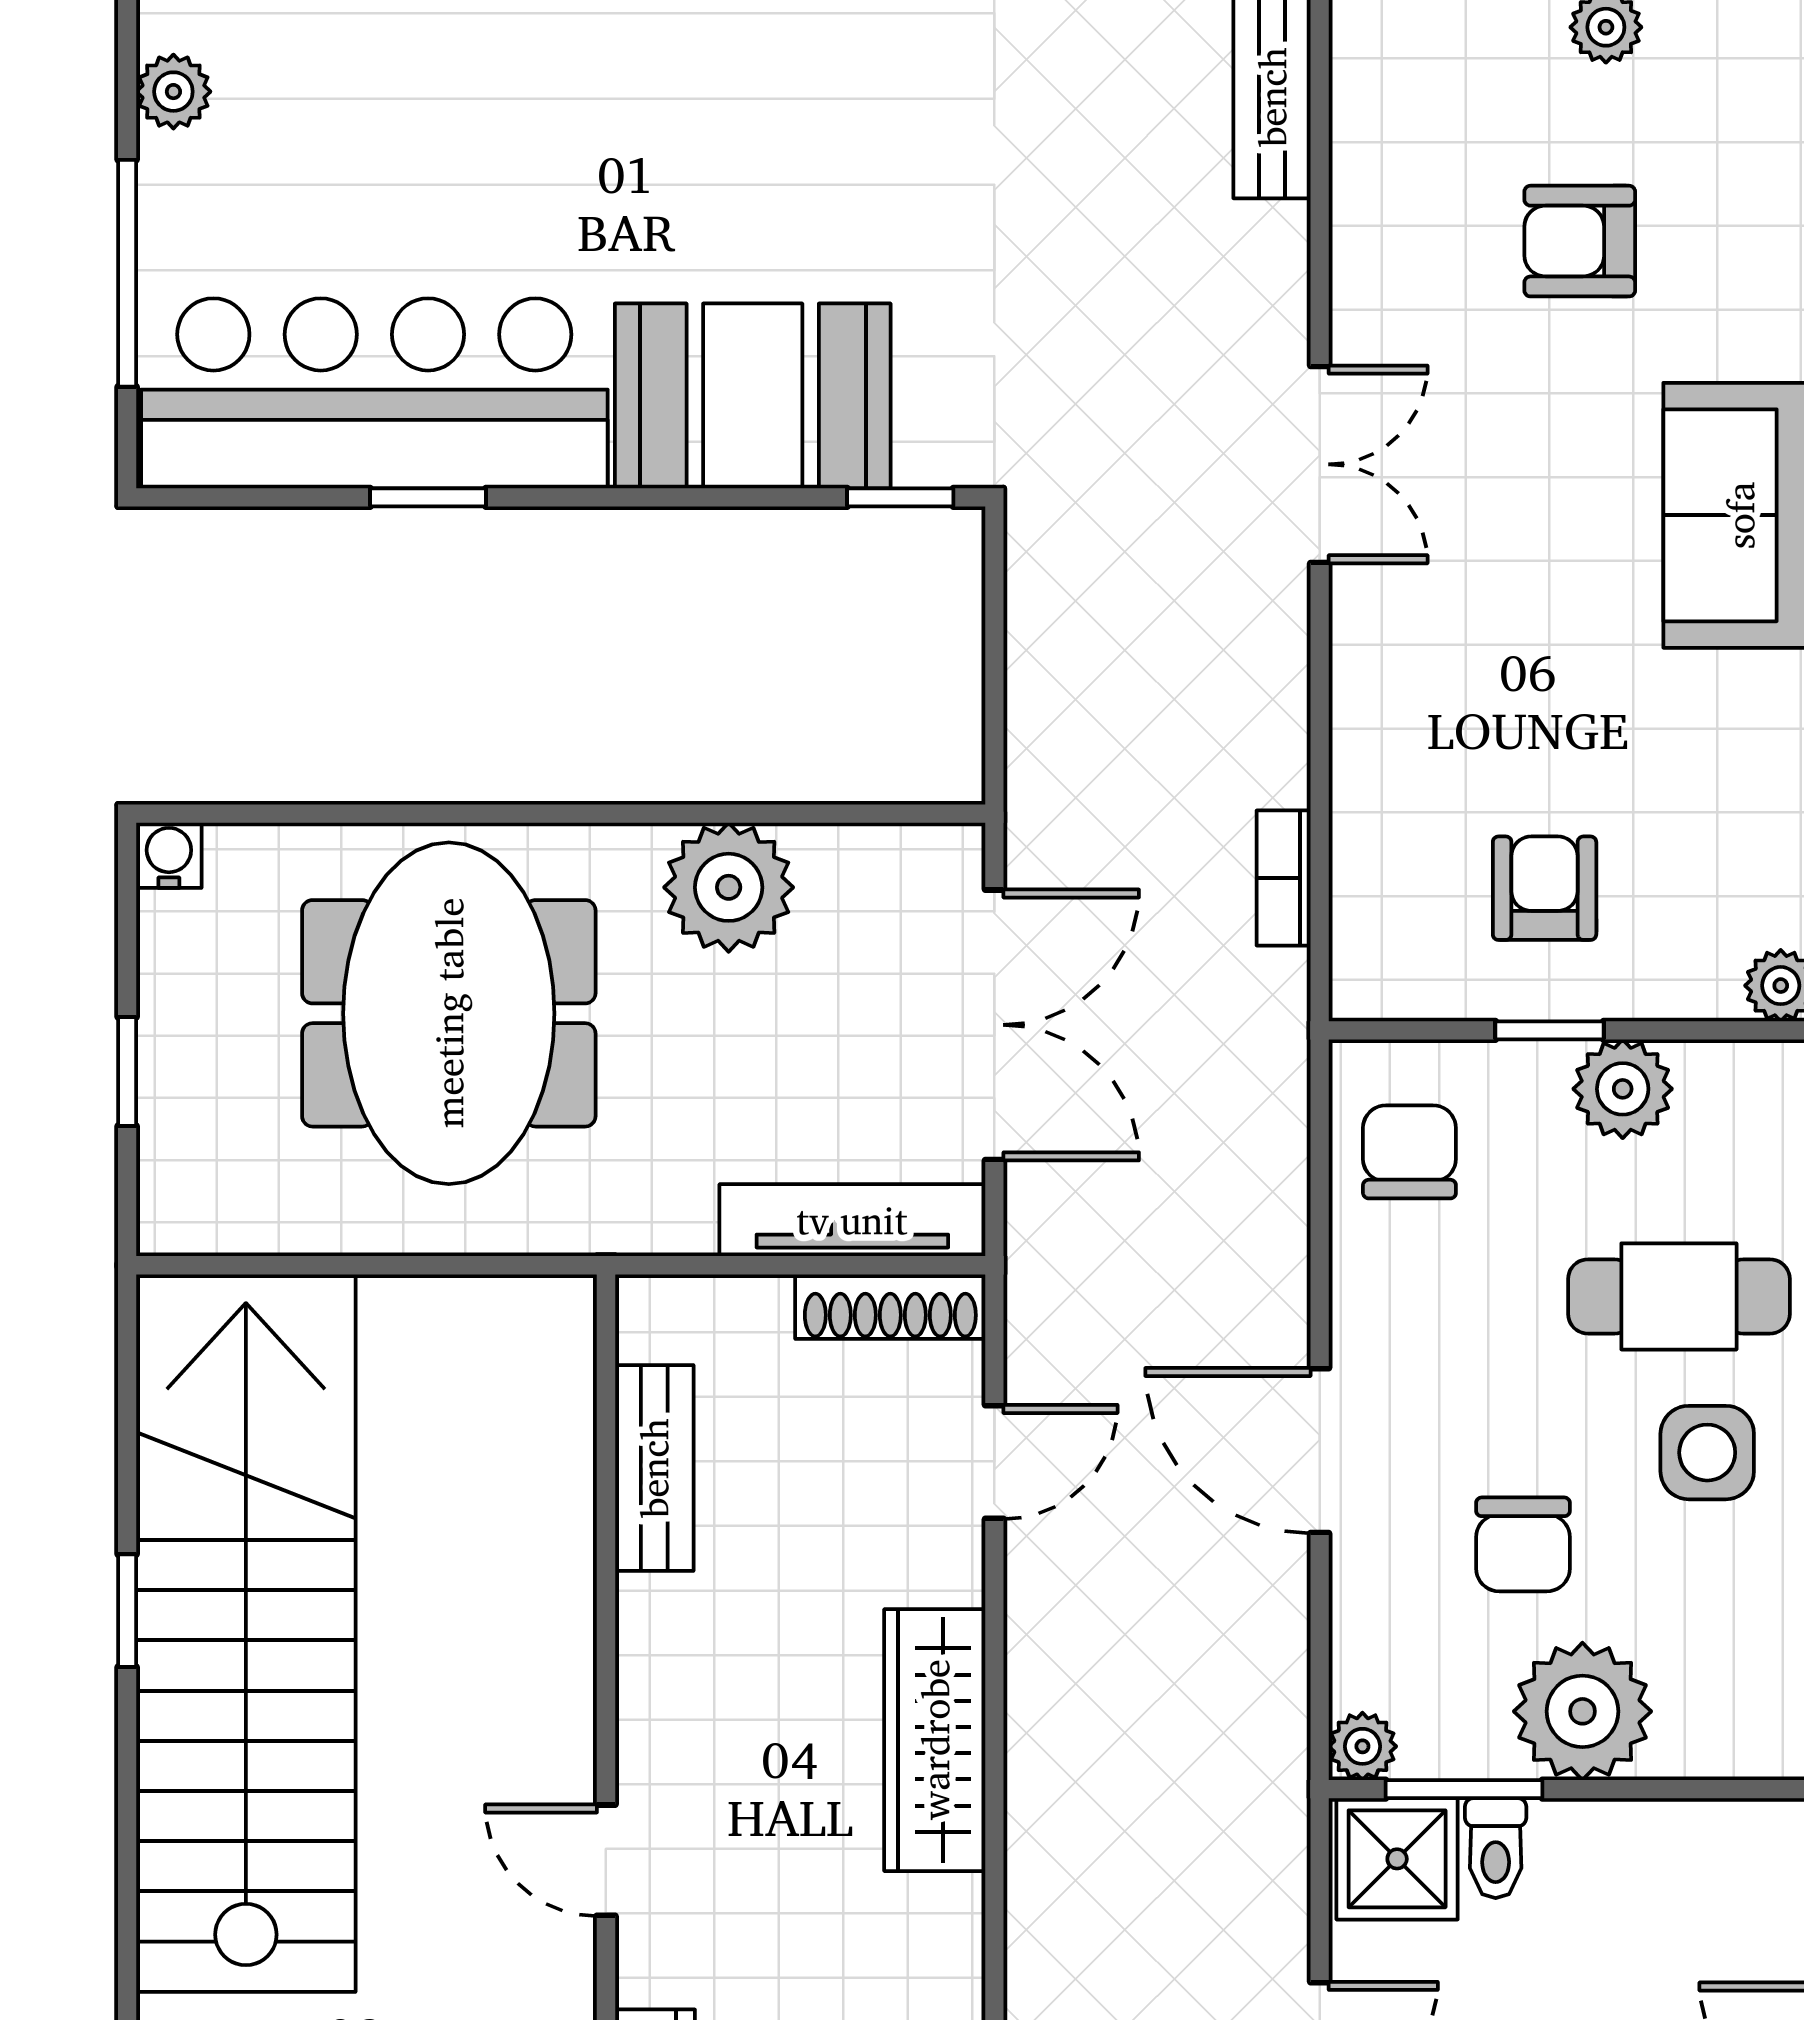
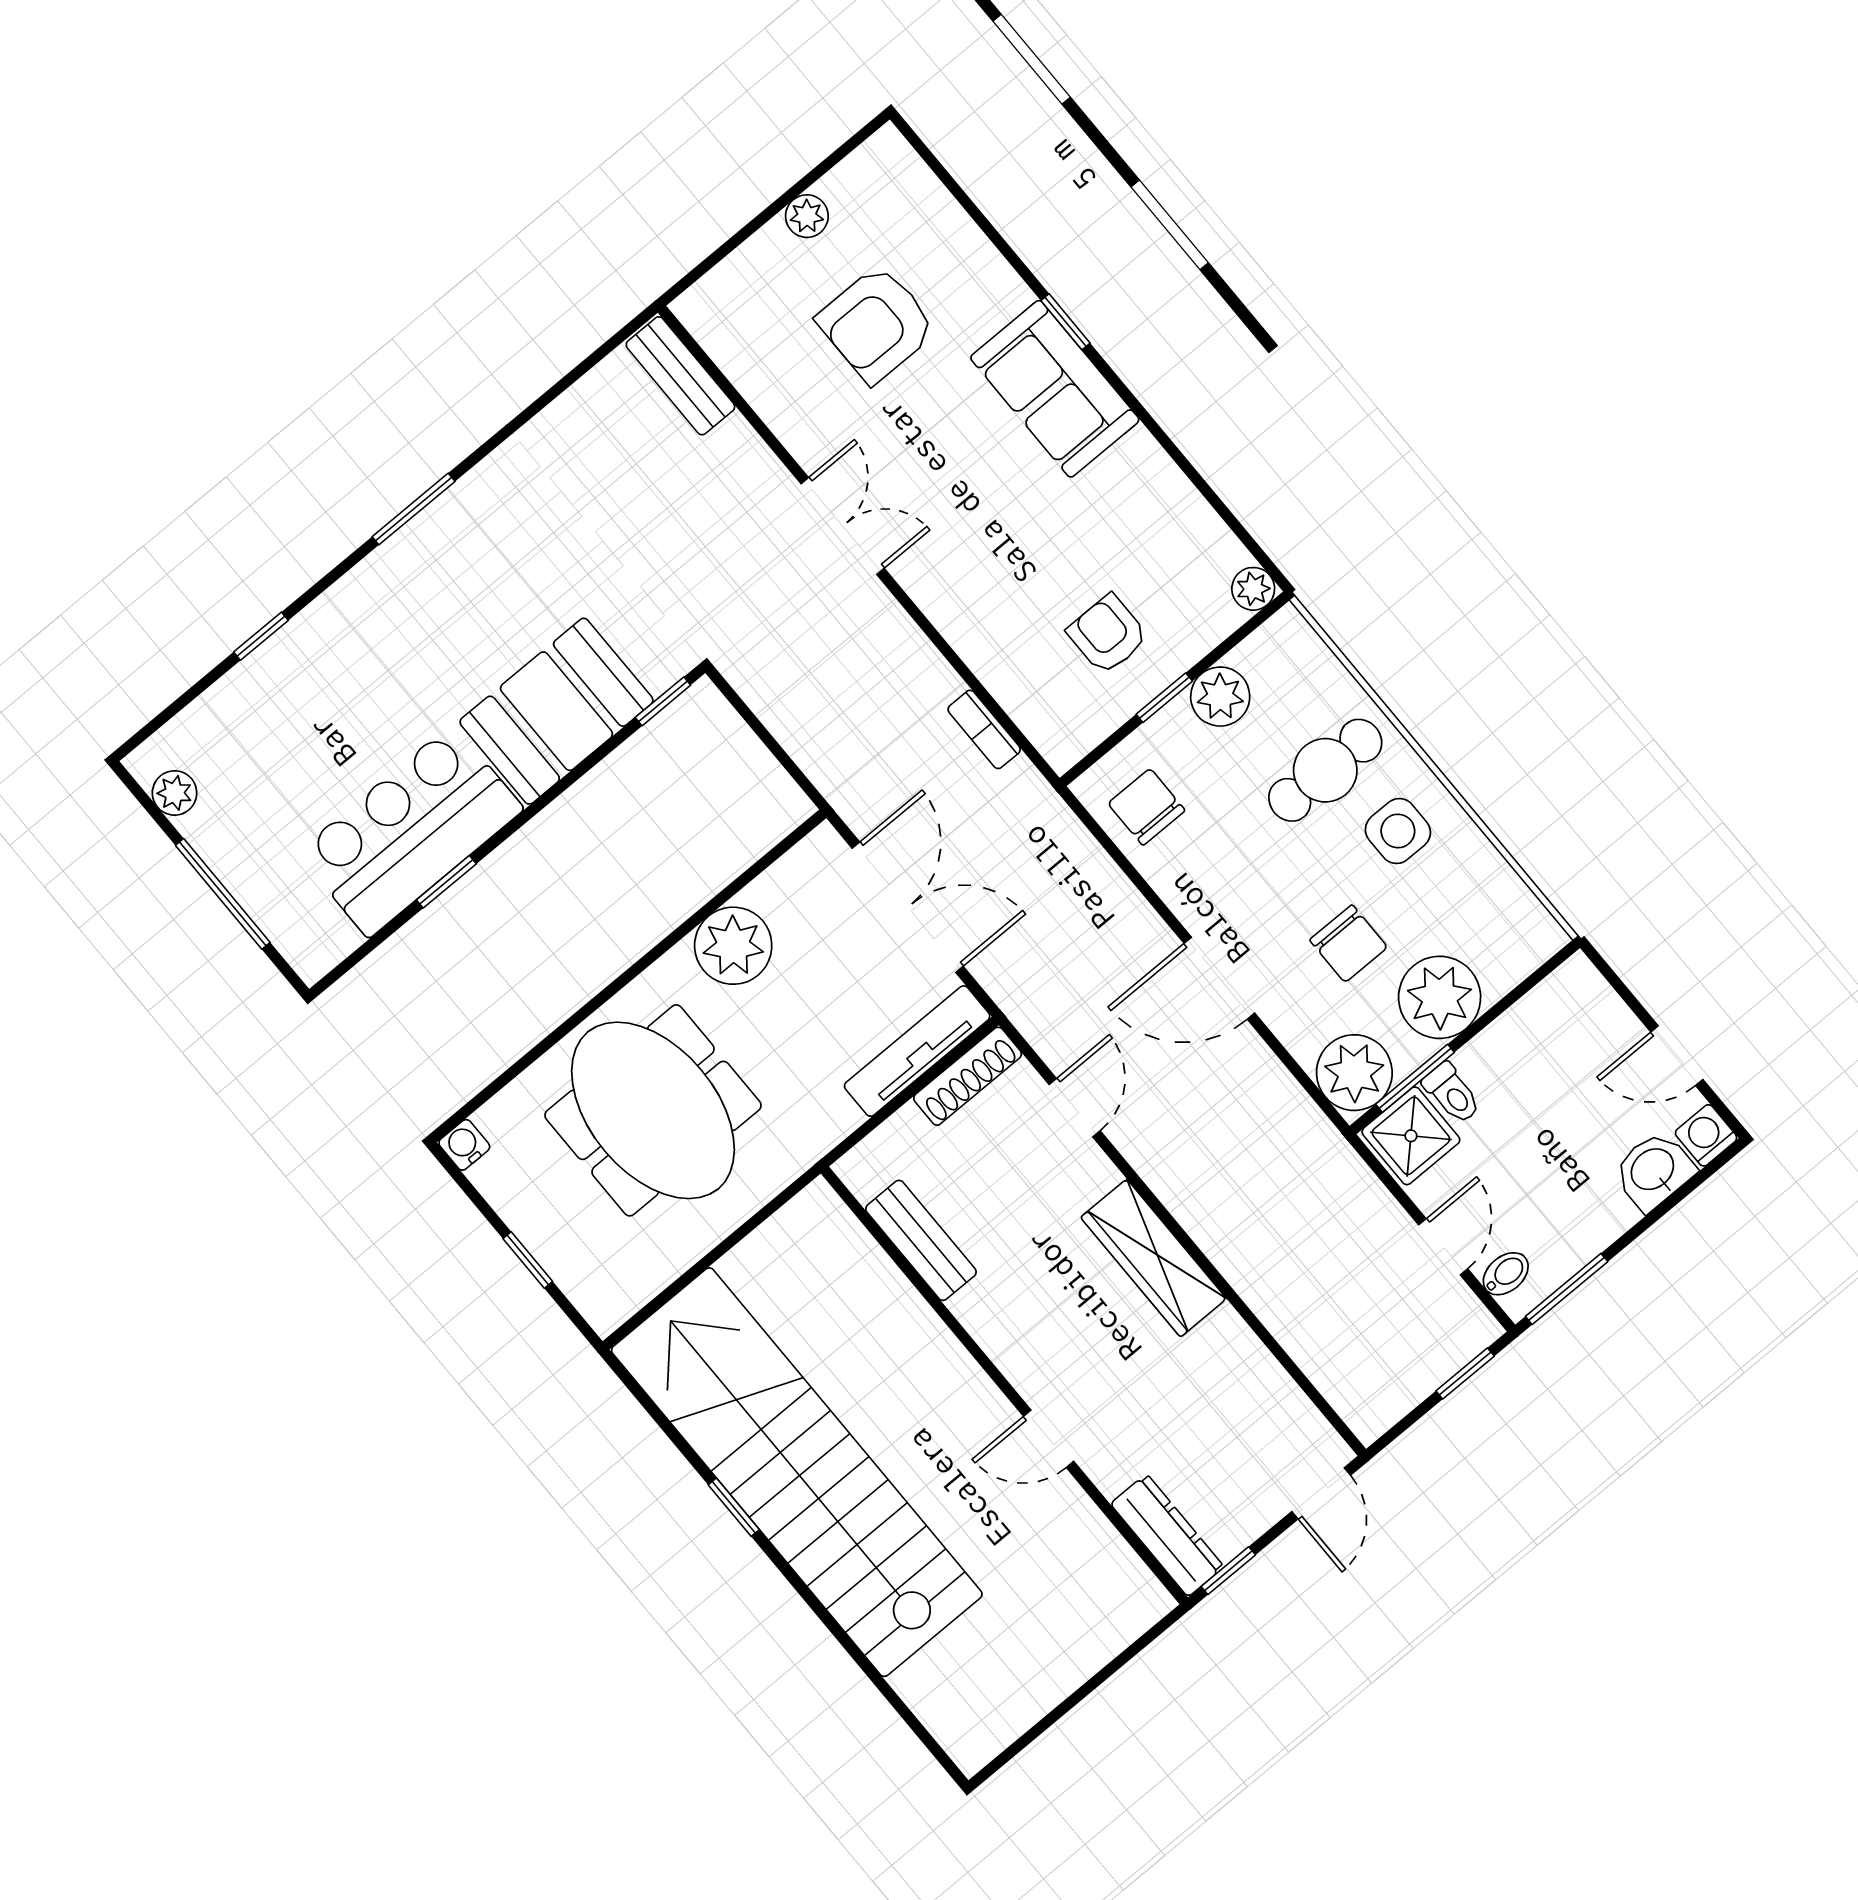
armchair: (1580, 241) -> (877, 324), width x1.38, depth x1.38
bar counter: (374, 393) -> (411, 831), width x0.73
plant: (1362, 1746) -> (1354, 1073), width x1.88, depth x1.88

